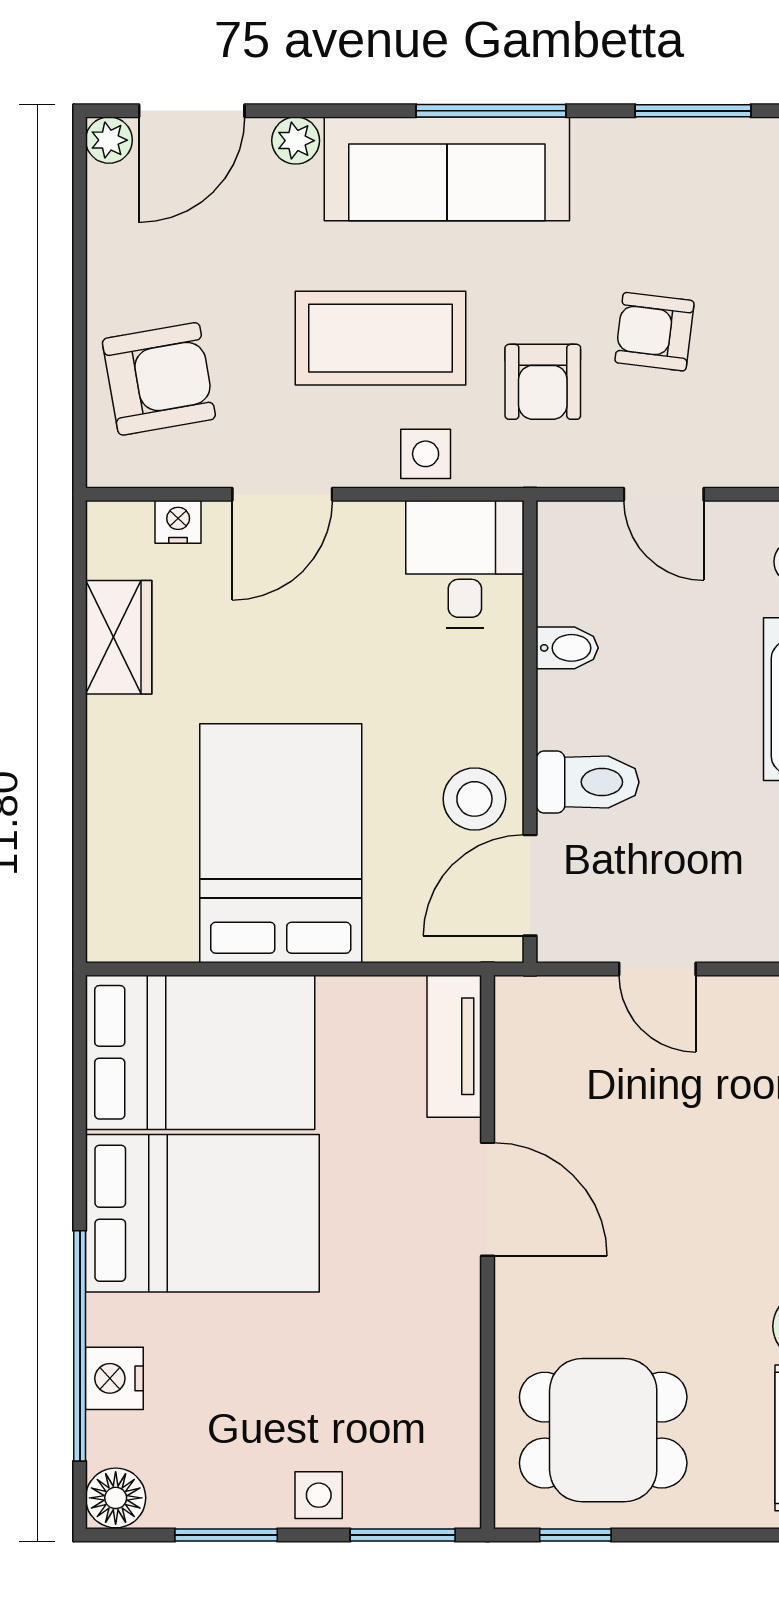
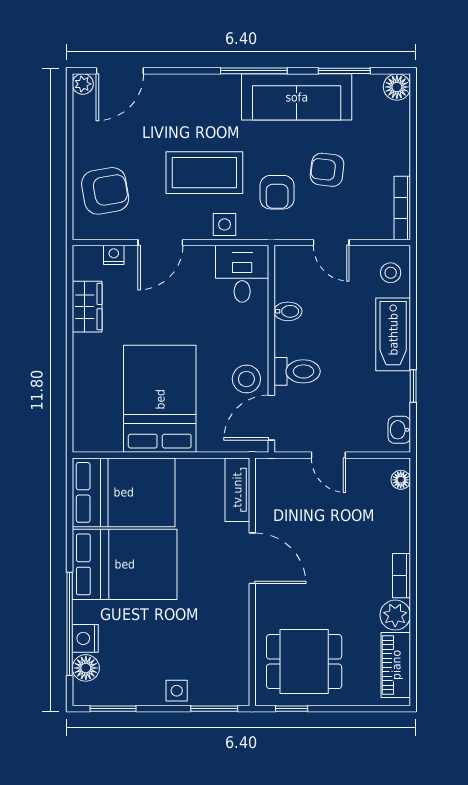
plant: (296, 141) -> (166, 84), removed
sofa: (447, 169) -> (297, 97), moved
floor lamp: (116, 1498) -> (86, 668), moved
window: (226, 1535) -> (113, 709), moved

